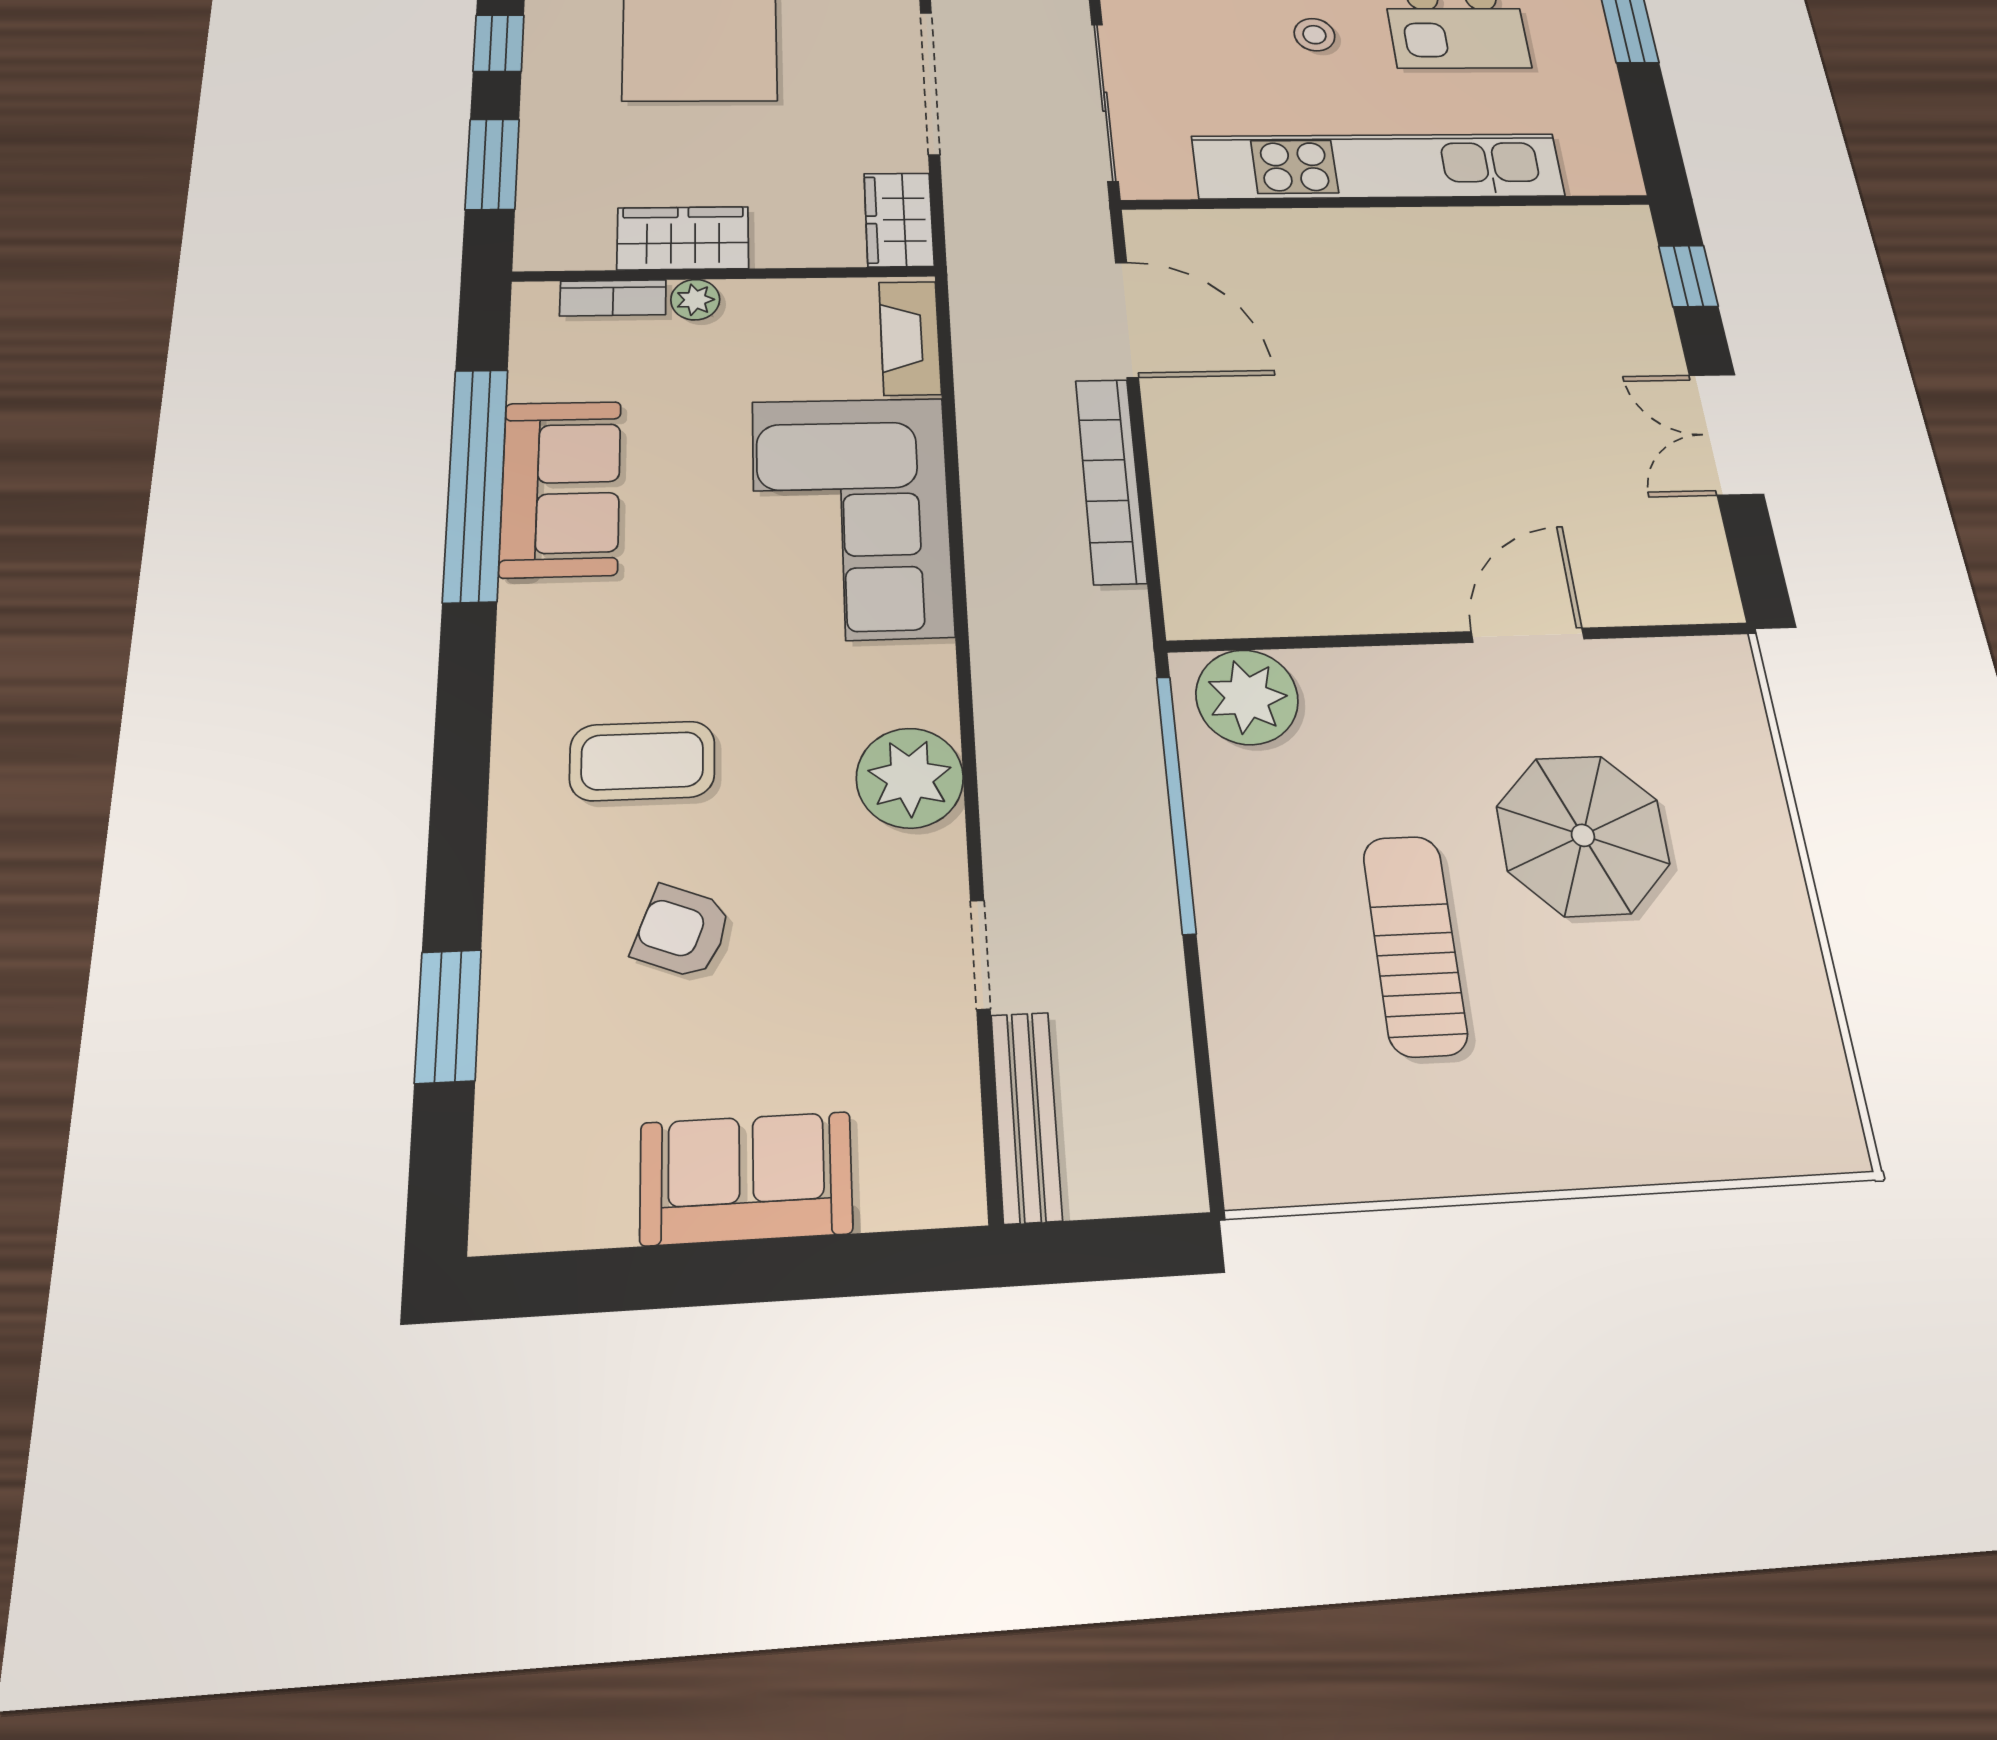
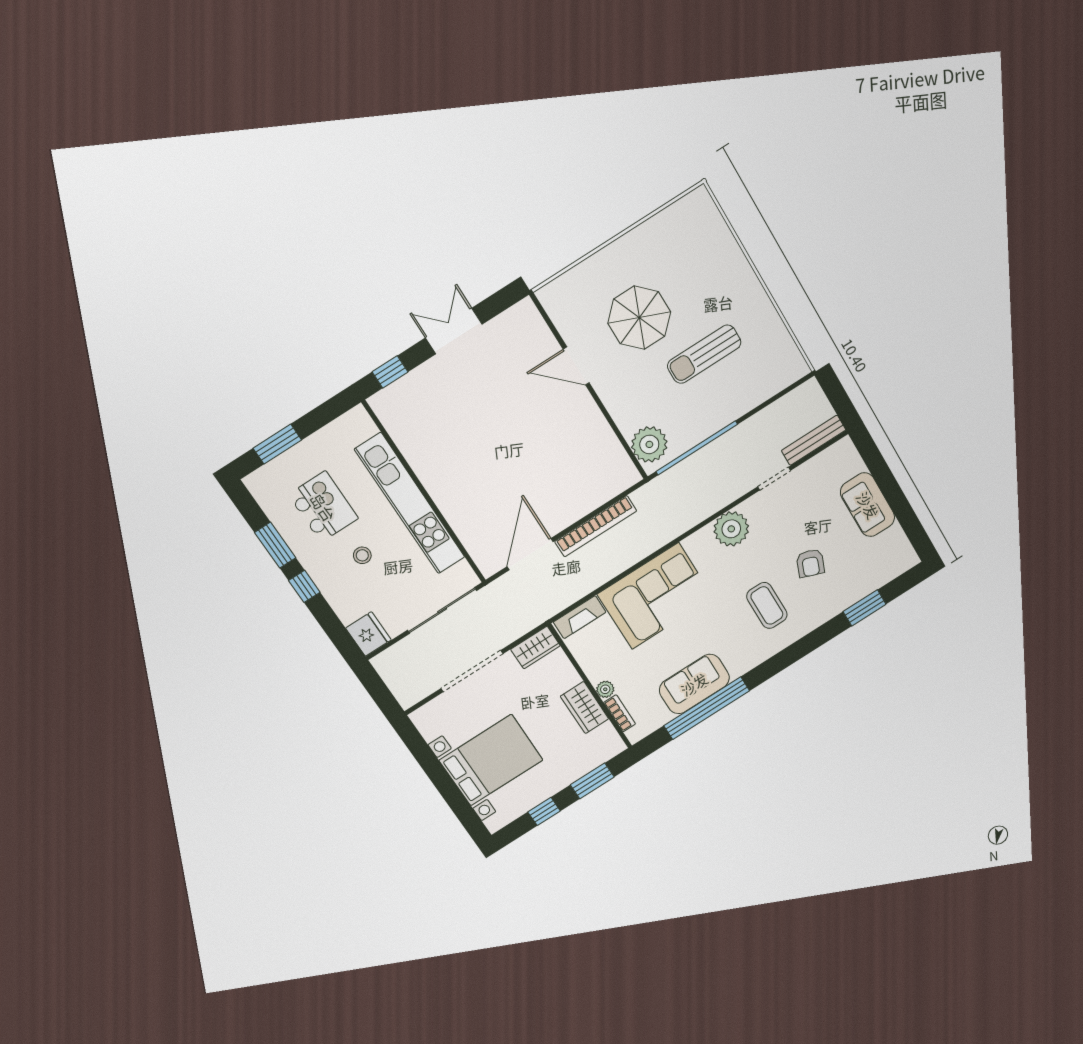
double door: (1726, 434) -> (454, 331), swing flipped

